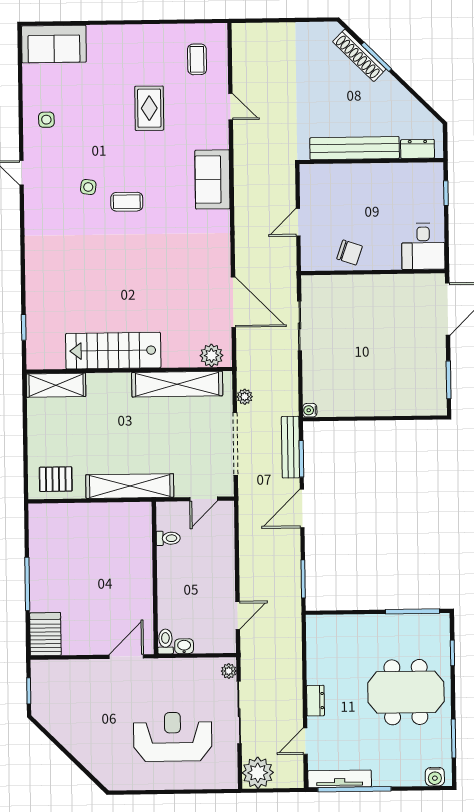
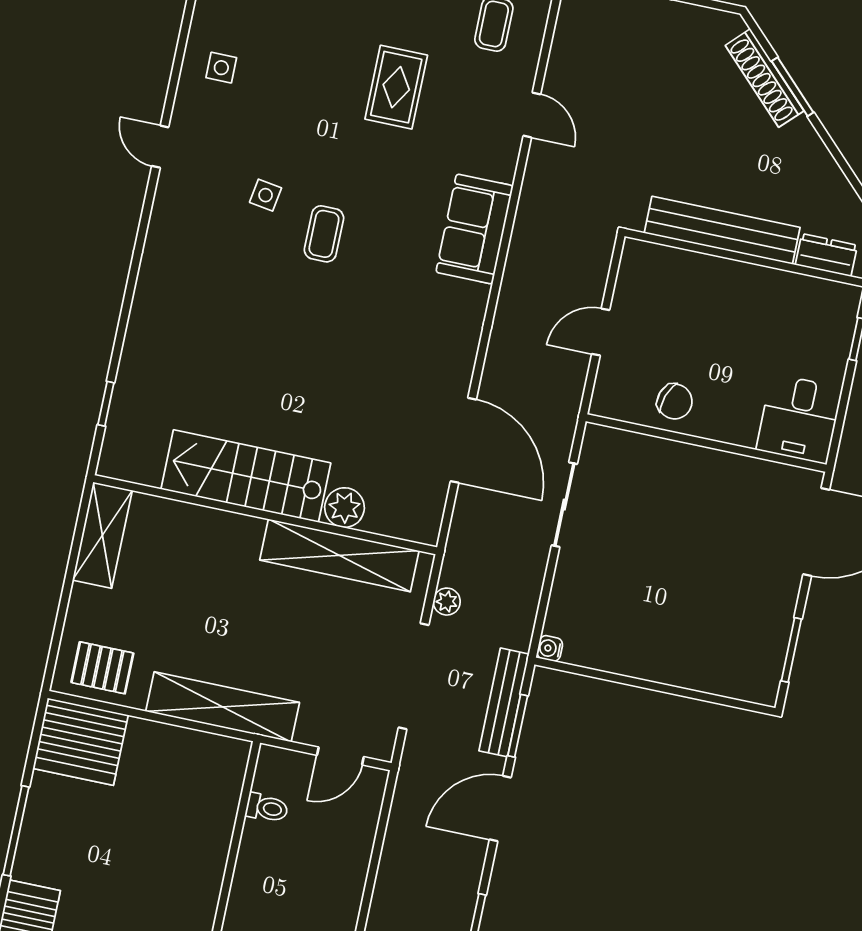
coffee table: (127, 202) -> (324, 234), turned 90
plant: (211, 355) -> (345, 508), moved
shelving: (56, 385) -> (102, 535), moved, turned 90
server rack: (53, 524) -> (80, 742), added

